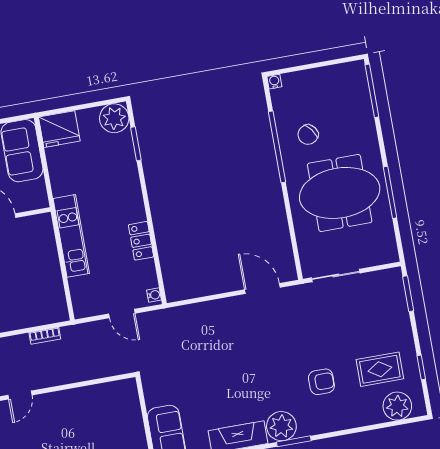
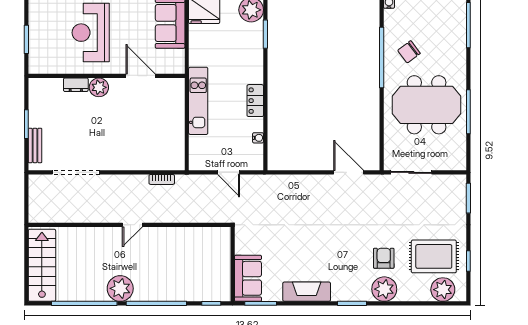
locker: (141, 241) -> (255, 101), moved
water cooler: (154, 295) -> (258, 138), moved
rug: (380, 369) -> (434, 256), width x1.36, depth x1.43
armchair: (321, 382) -> (384, 258), turned -90
plant: (281, 426) -> (384, 289), moved

